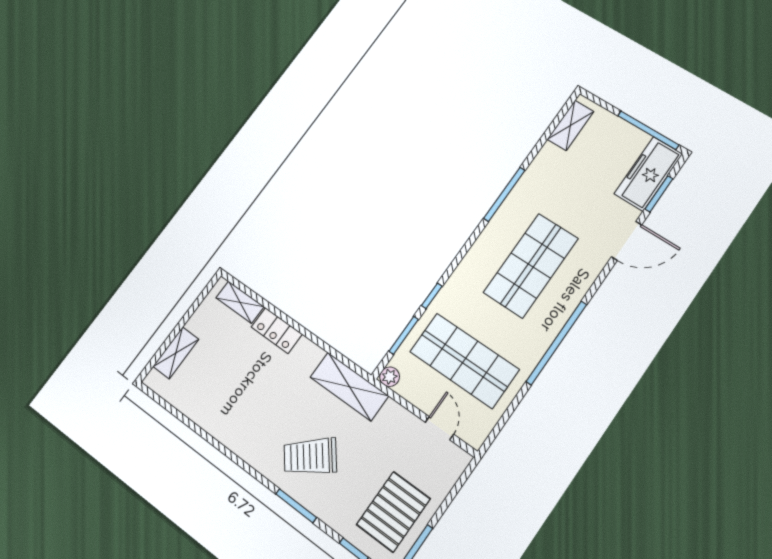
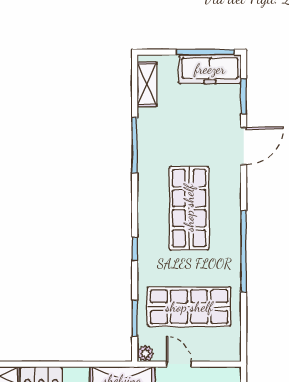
freezer: (648, 174) -> (210, 69), moved, turned -90
window: (504, 194) -> (135, 145), moved
window: (432, 296) -> (135, 249), moved
door: (439, 428) -> (179, 364), moved

